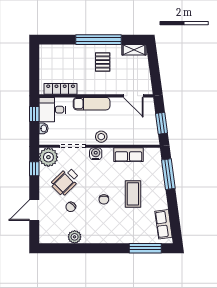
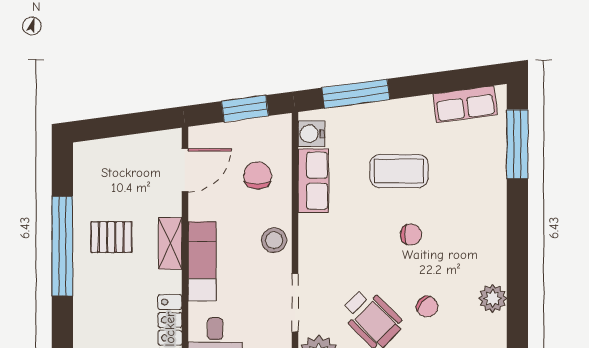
shelving: (134, 50) -> (170, 243), moved
chair: (131, 129) -> (258, 175), added
water cooler: (96, 154) -> (311, 134), moved

